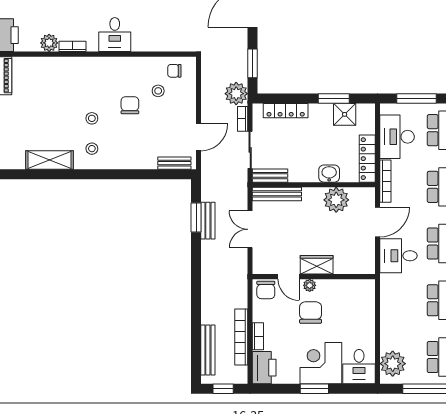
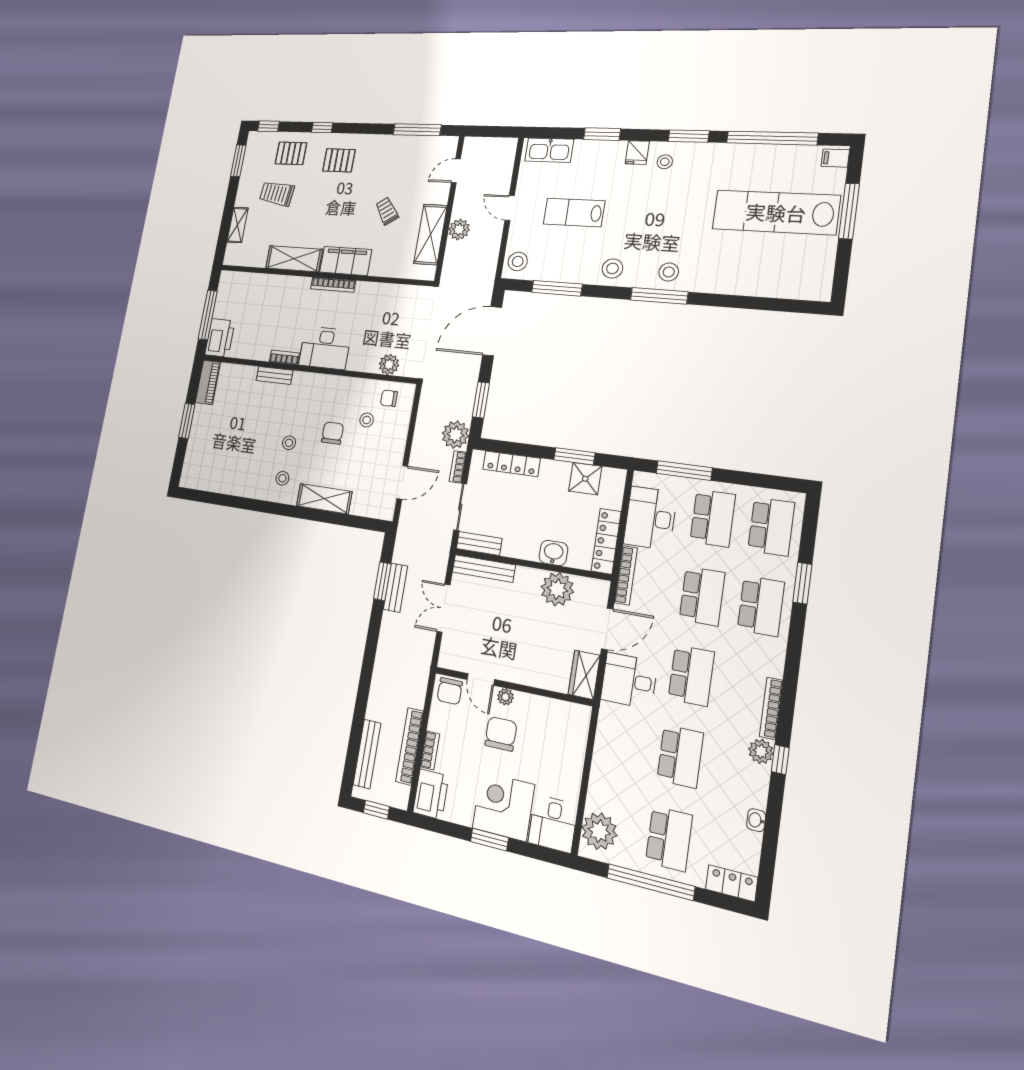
desk: (115, 35) -> (325, 348), width x1.37
plant: (49, 43) -> (389, 364), moved
shelving: (49, 160) -> (324, 499), moved
bench: (174, 163) -> (275, 375), moved
wardrobe: (317, 265) -> (584, 675), moved, turned -90

